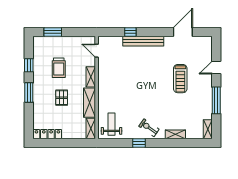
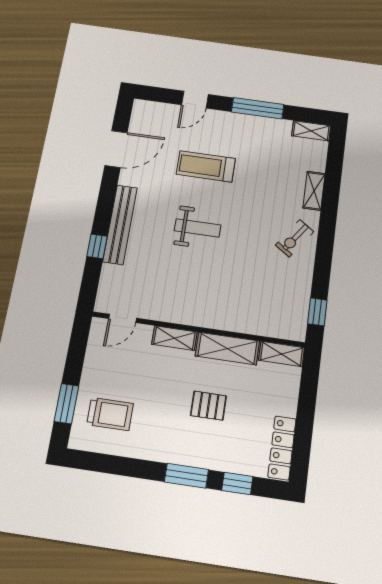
door: (183, 32) -> (116, 149), swing flipped
window: (29, 65) -> (237, 483), moved
door: (216, 67) -> (195, 100), hinge flipped
trolley: (59, 68) -> (110, 414), moved
treadmill: (180, 79) -> (206, 166), turned 180
weight bench: (111, 124) -> (198, 228), moved, turned 180
window: (139, 143) -> (317, 312), moved

